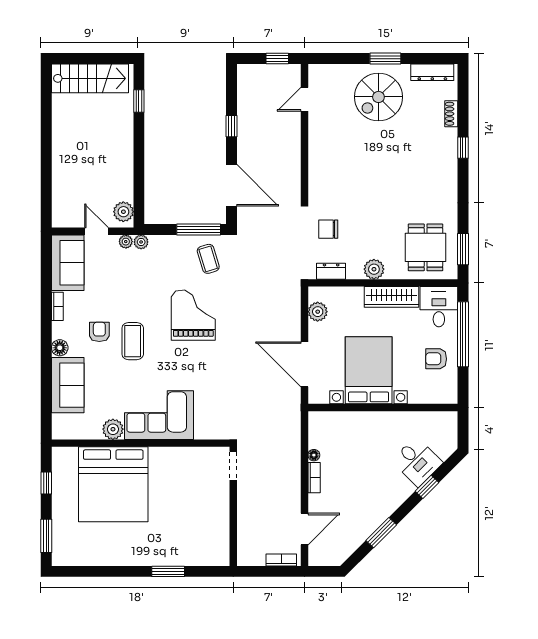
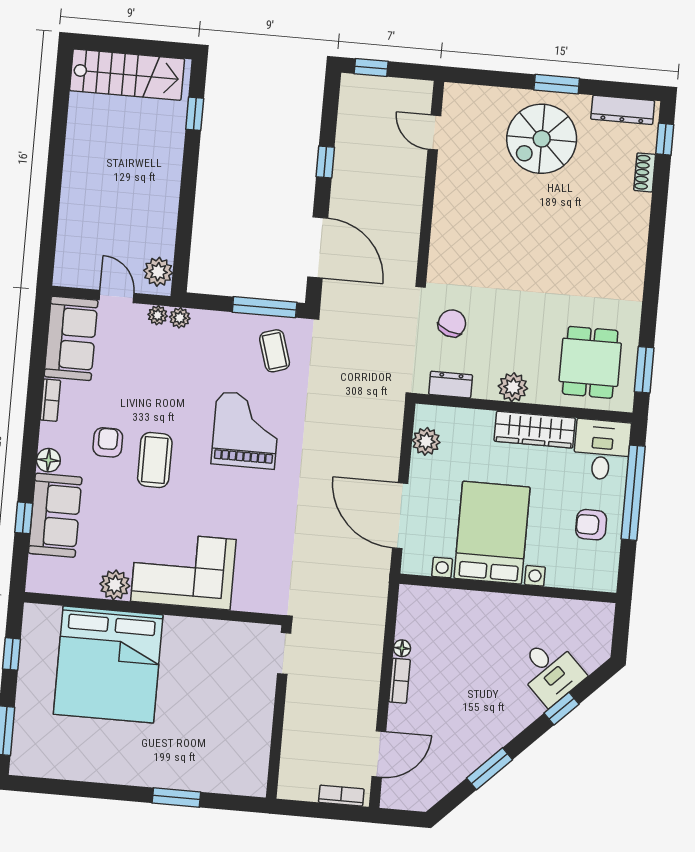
window: (277, 59) -> (371, 68), moved
door: (304, 99) -> (434, 133), hinge flipped
window: (463, 148) -> (665, 139), moved
chair: (328, 229) -> (452, 323), turned 110
window: (46, 389) -> (24, 518), added

